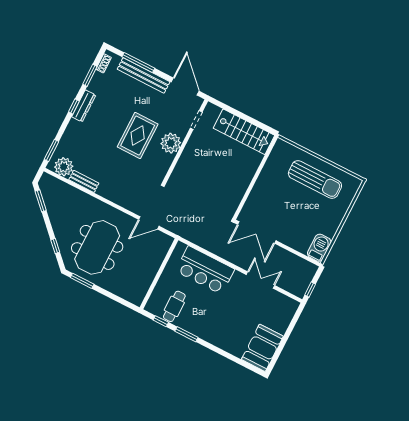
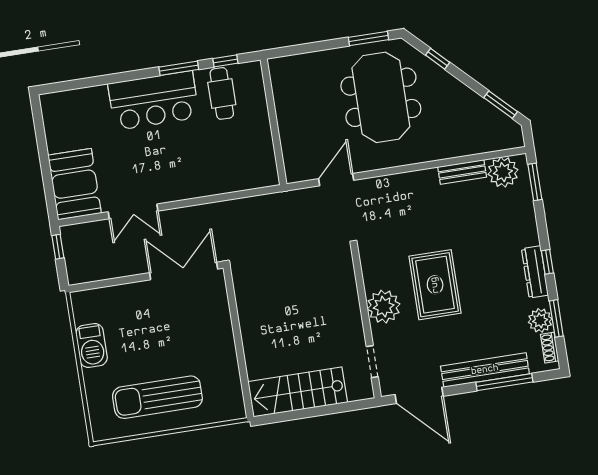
plant: (99, 80) -> (540, 320), added
barbecue: (319, 248) -> (92, 345), moved
bar counter: (205, 270) -> (154, 101), moved, turned 180
booth: (262, 348) -> (75, 184), moved

